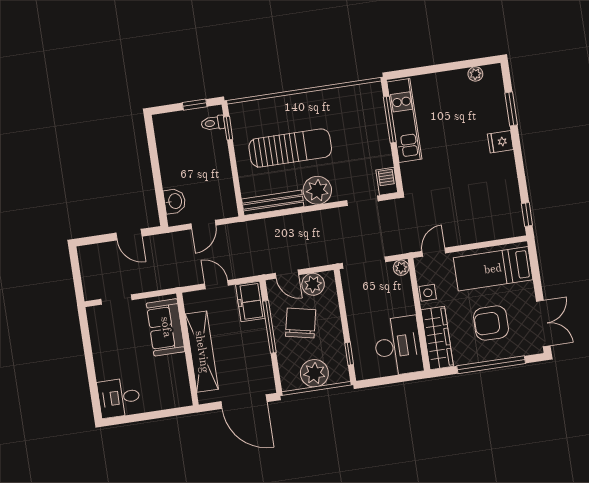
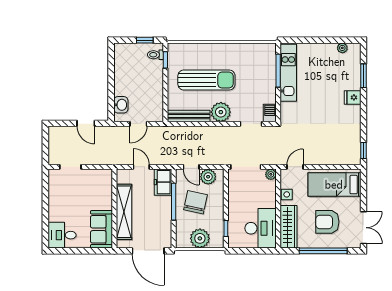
sofa: (166, 327) -> (102, 229), moved

